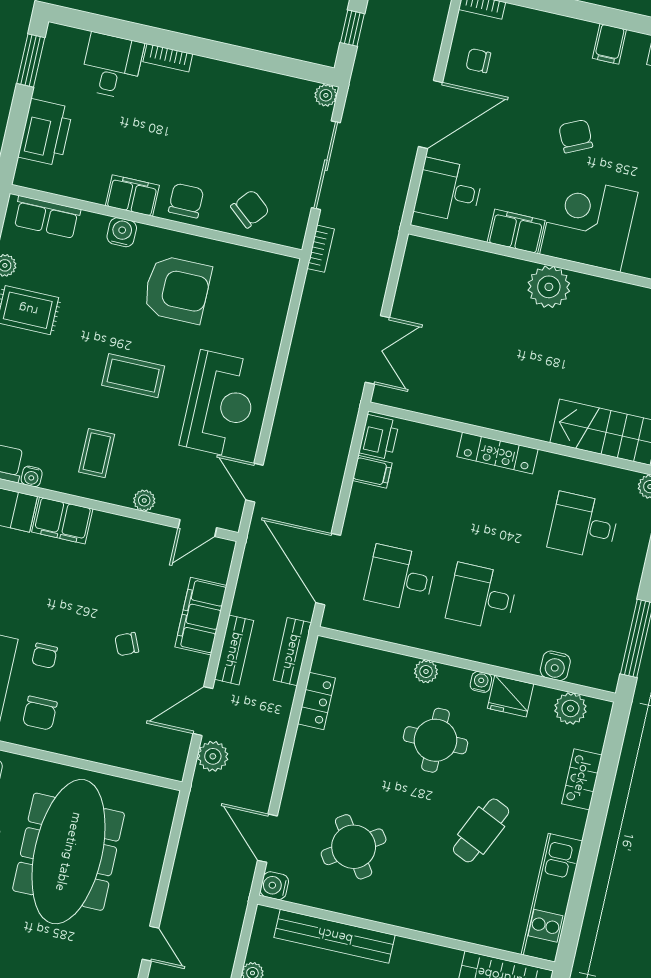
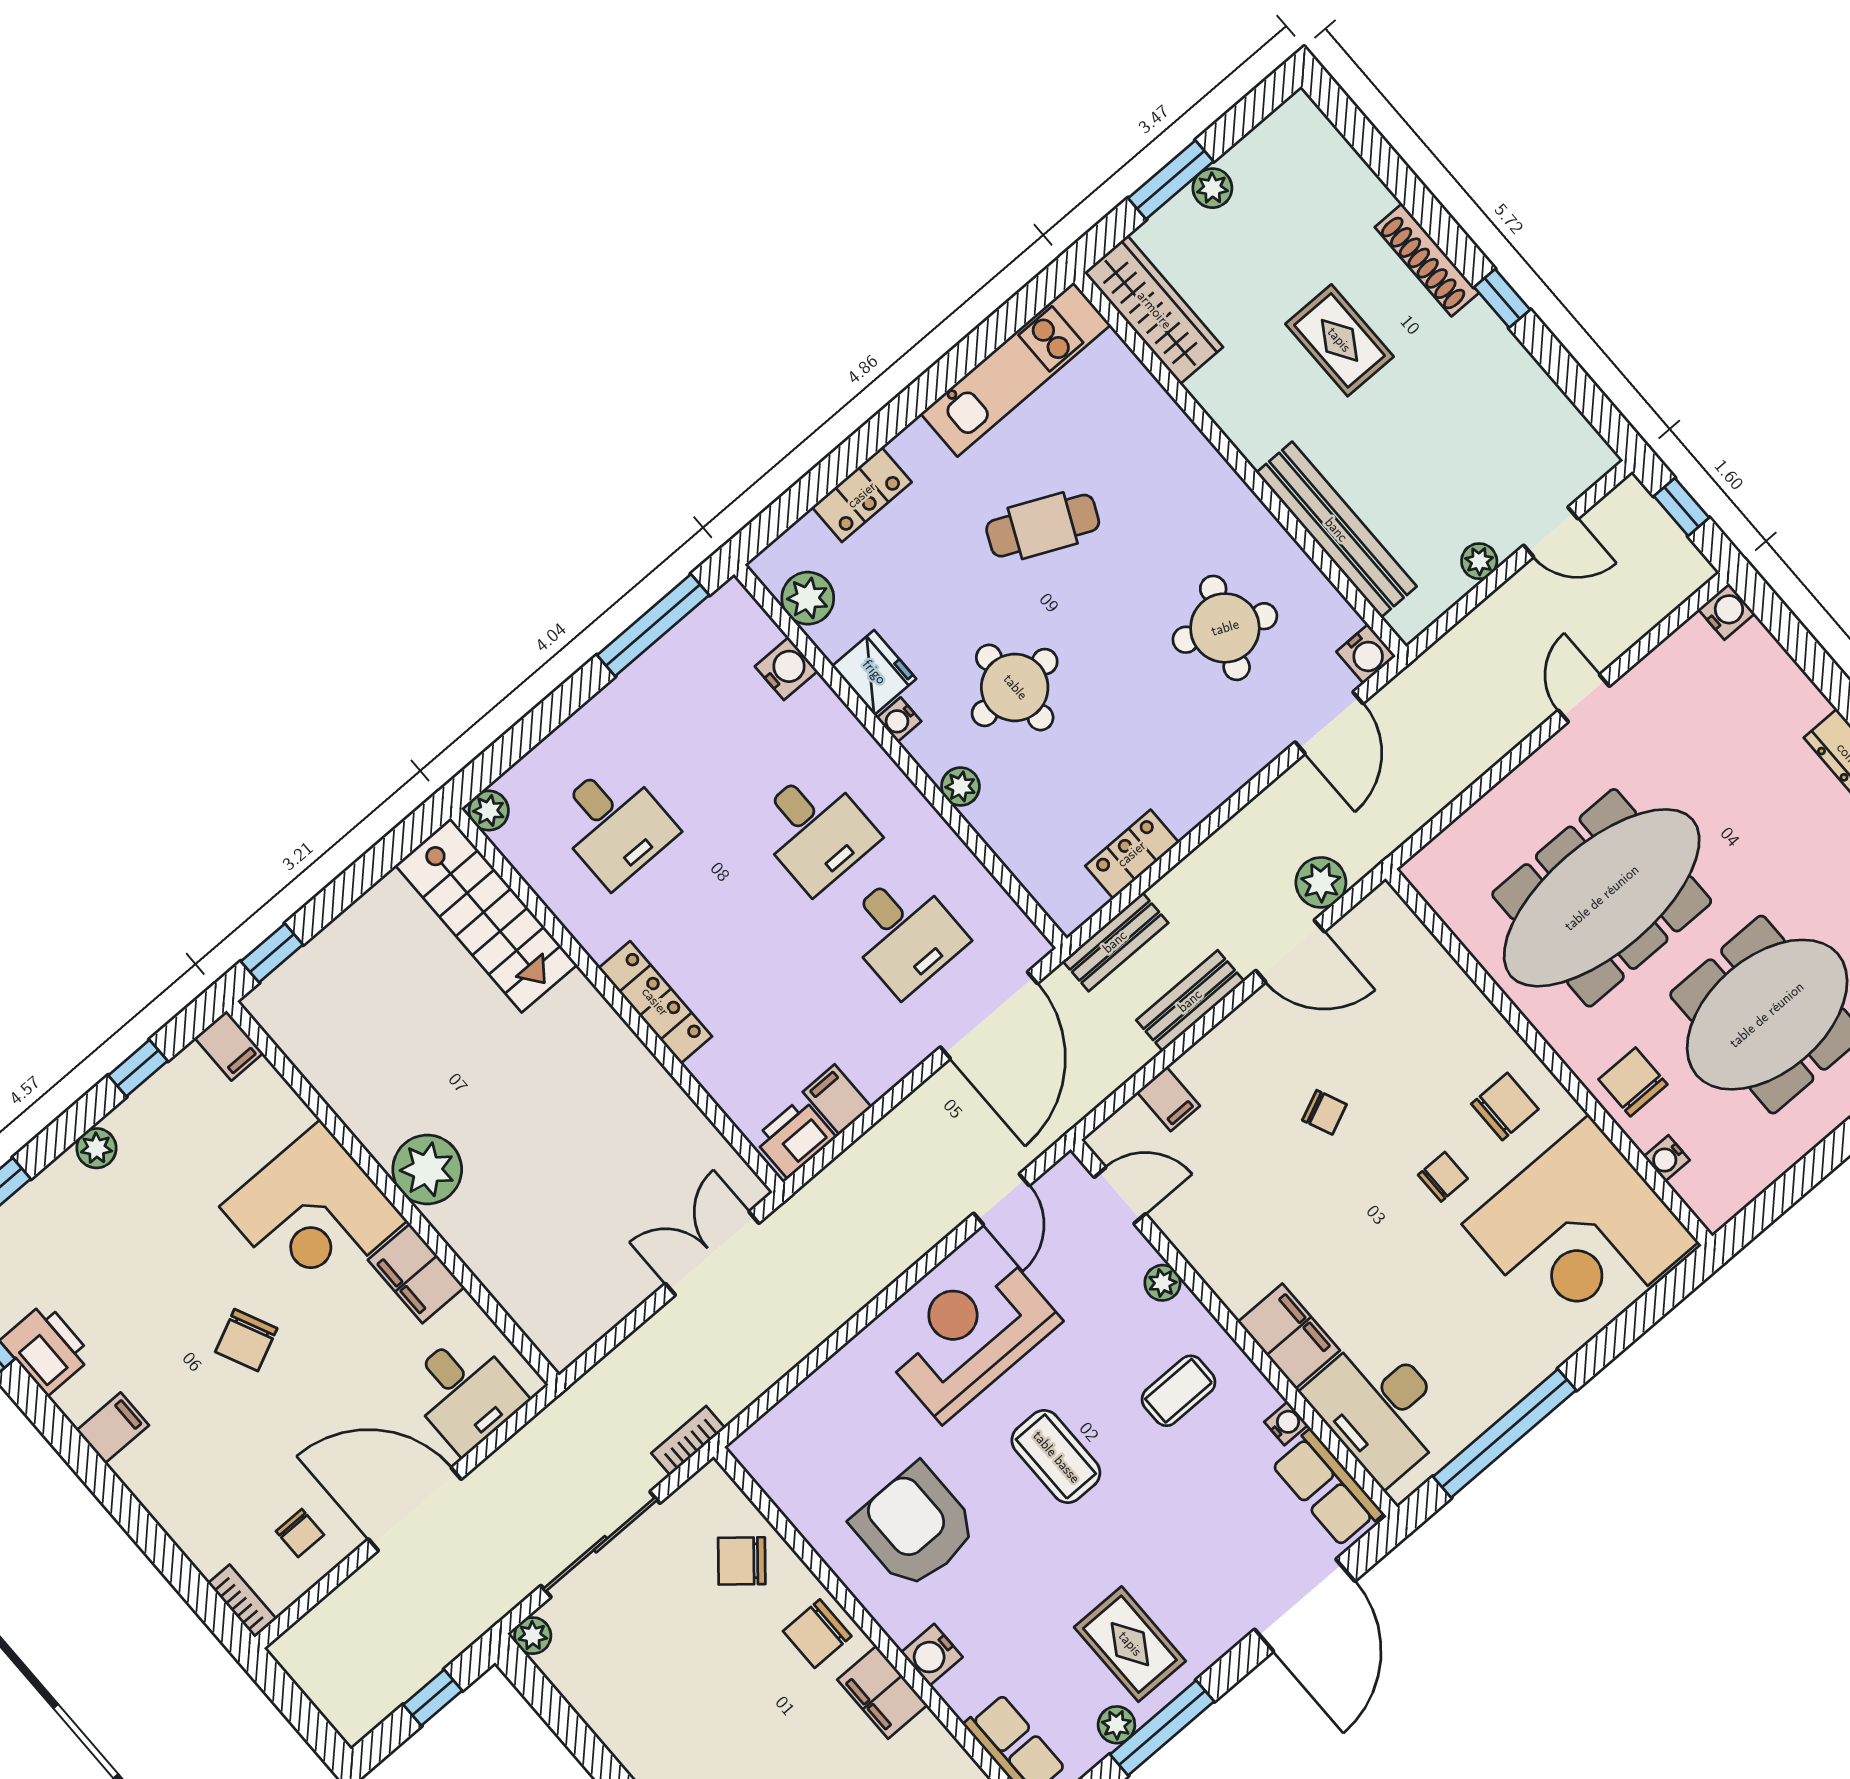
filing cabinet: (201, 616) -> (1168, 1099), width x0.33, depth x0.86
round table: (354, 847) -> (1225, 628), turned -32

